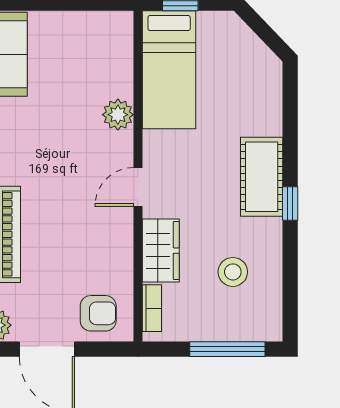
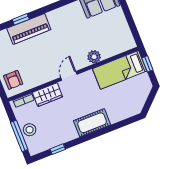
door: (138, 187) -> (69, 76), hinge flipped
window: (290, 203) -> (58, 149), moved
stool: (233, 272) -> (30, 130), moved

